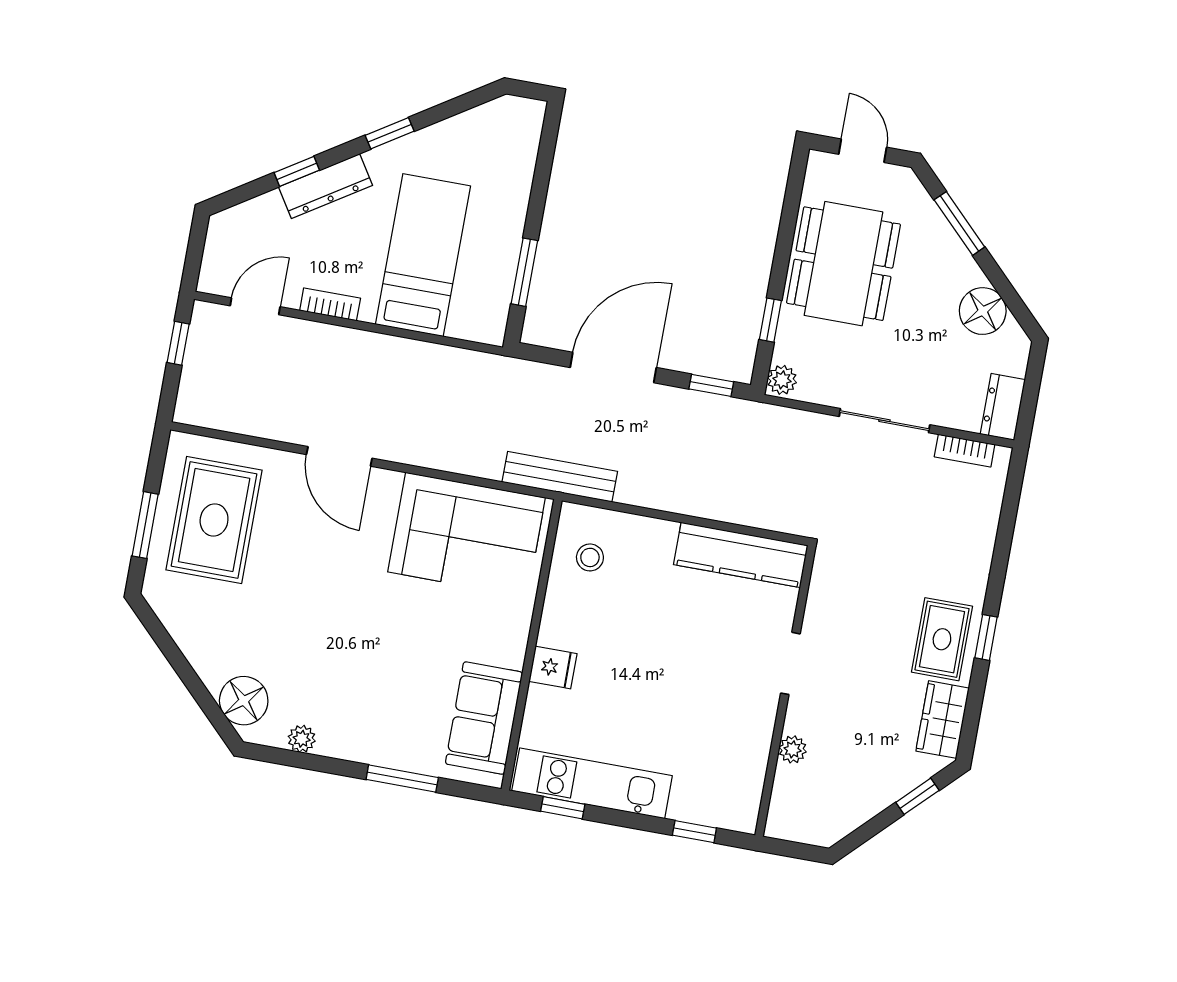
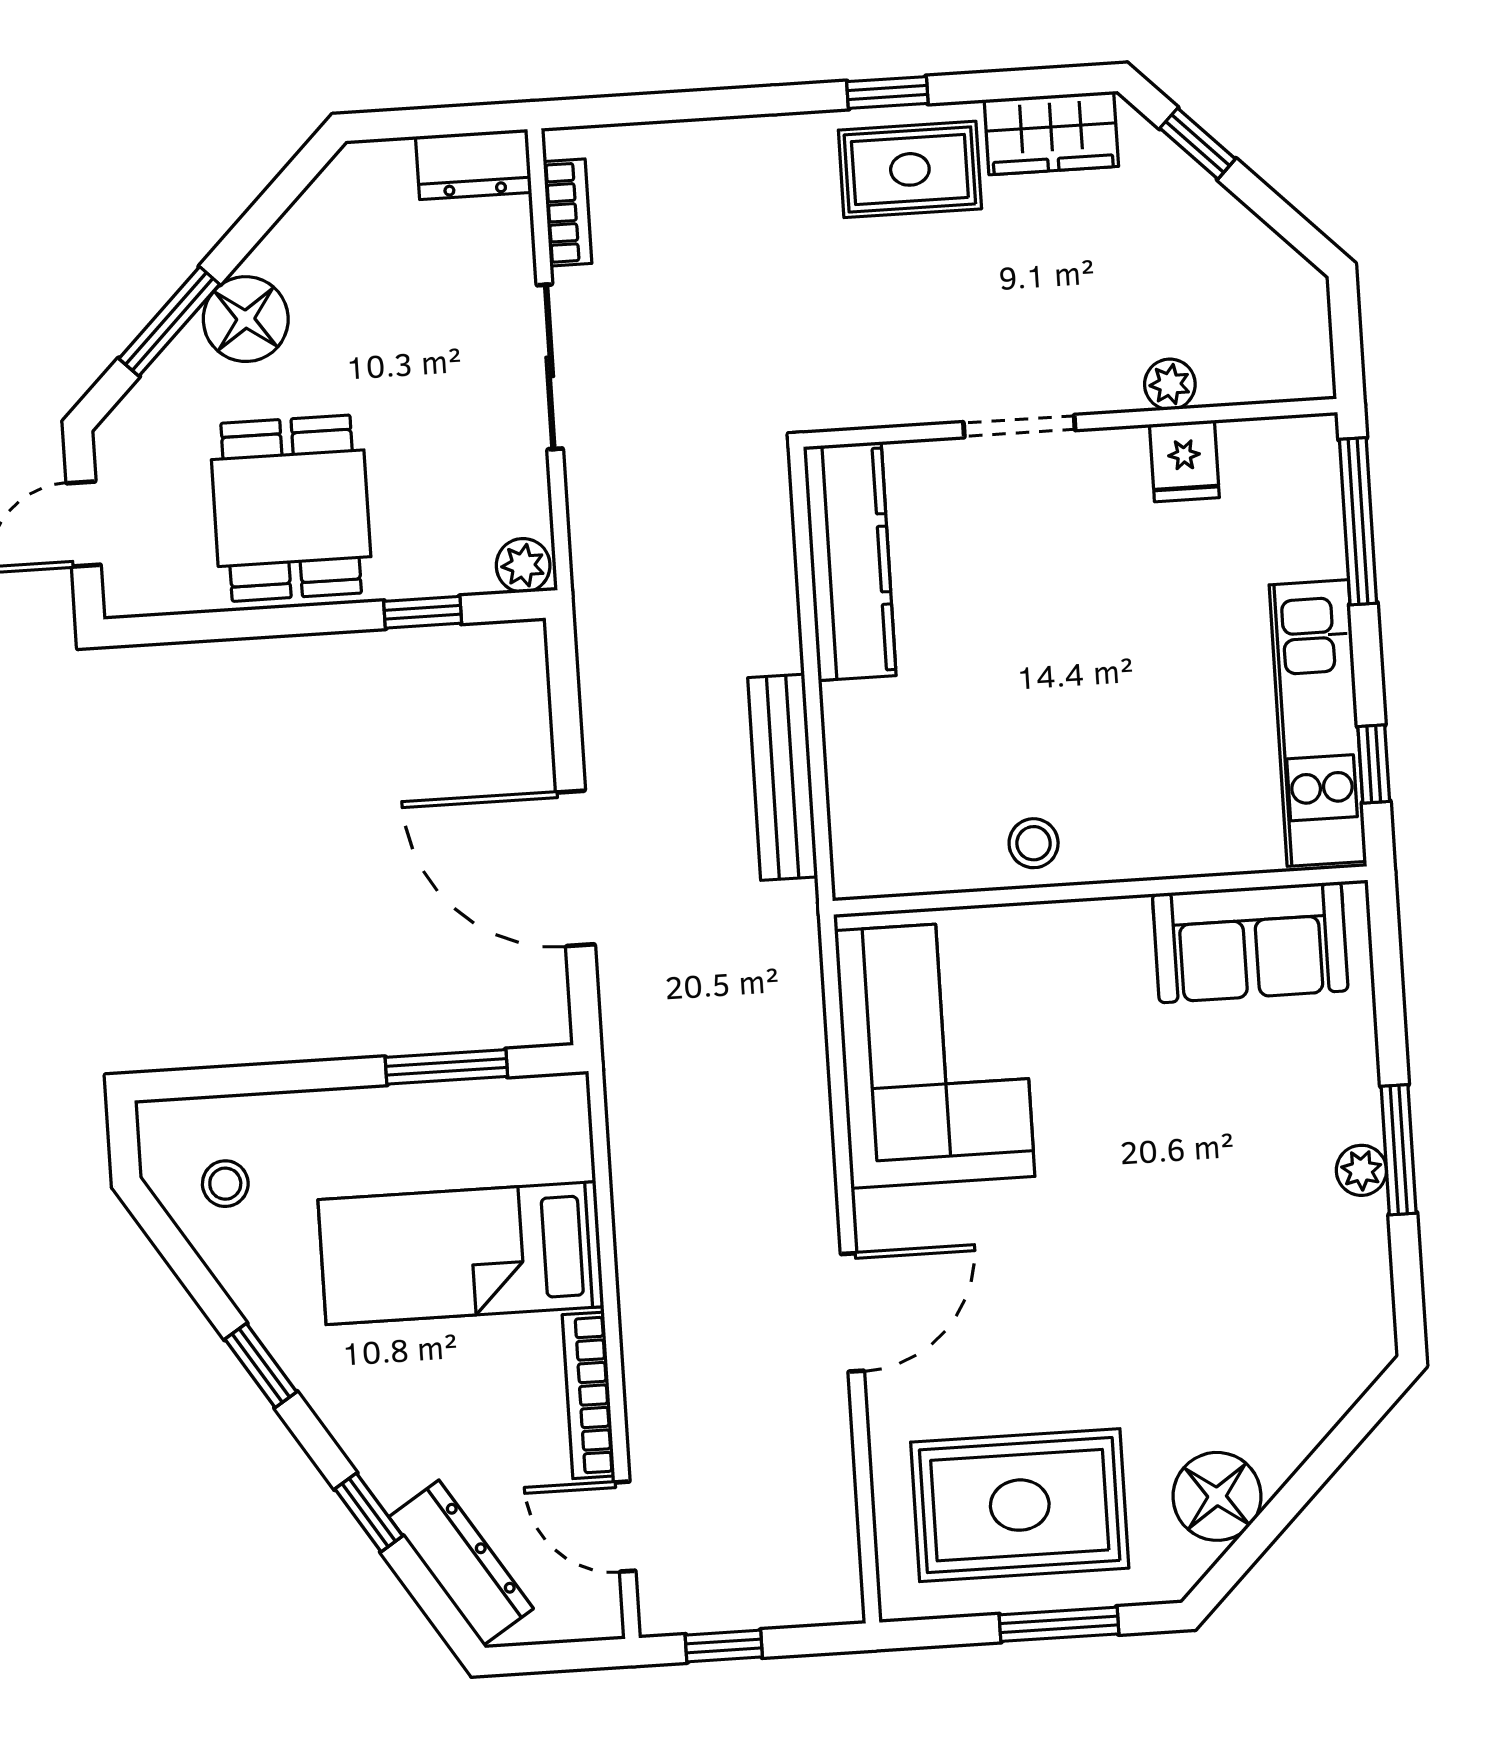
stool: (492, 139) -> (225, 1184), added
dresser: (326, 186) -> (461, 1563), moved
dining table: (843, 264) -> (291, 508), width x0.73
bookcase: (330, 304) -> (588, 1395), width x1.56
floor lamp: (983, 311) -> (246, 319), moved
window: (711, 385) -> (564, 688), removed
bench: (560, 477) -> (783, 777), moved
stool: (590, 557) -> (1034, 843), moved
fridge: (553, 667) -> (1184, 461), moved, turned 180
floor lamp: (244, 701) -> (1217, 1496), moved
plant: (302, 739) -> (1361, 1170), moved
window: (402, 779) -> (1399, 1150), moved
window: (694, 832) -> (1358, 521), width x2.17

